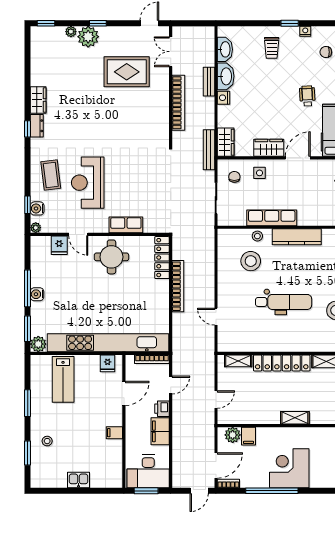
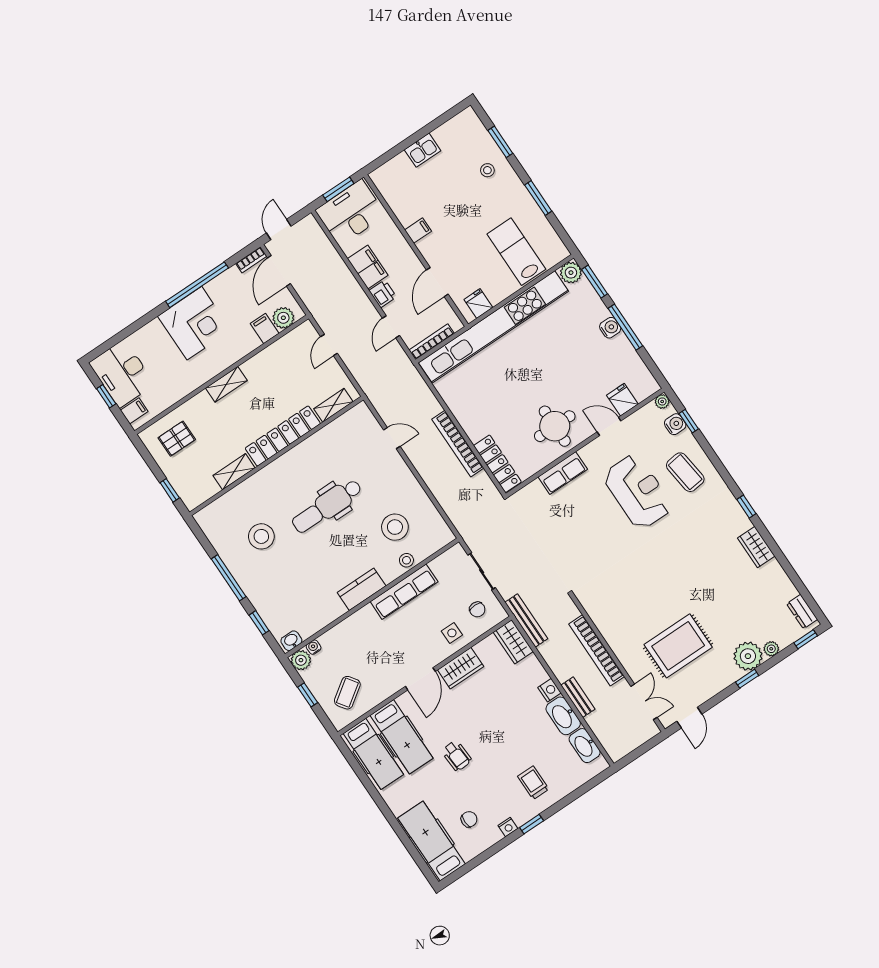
dresser: (37, 126) -> (802, 612), moved
kitchen counter: (297, 237) -> (362, 589), width x0.67

